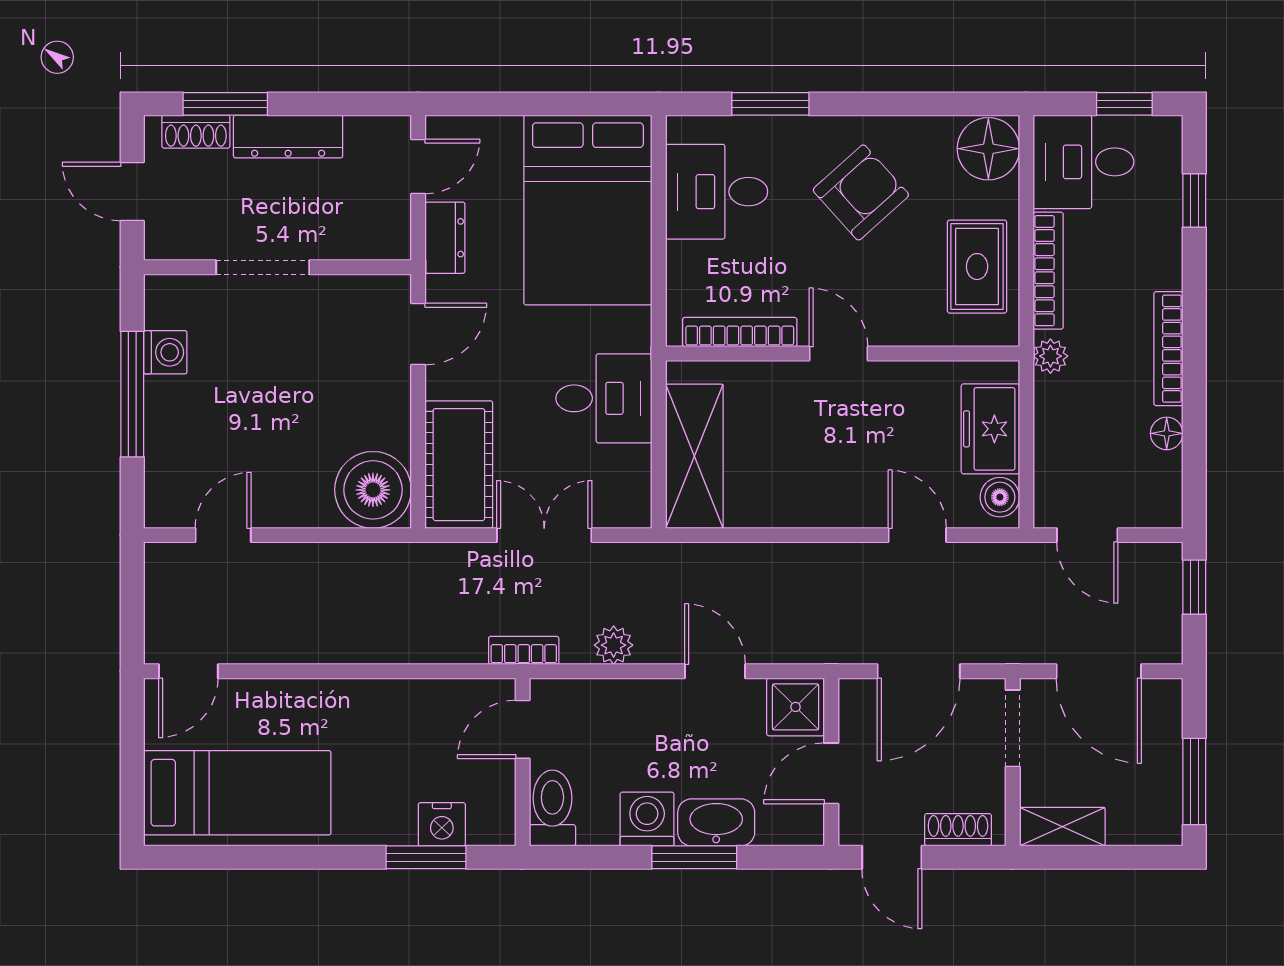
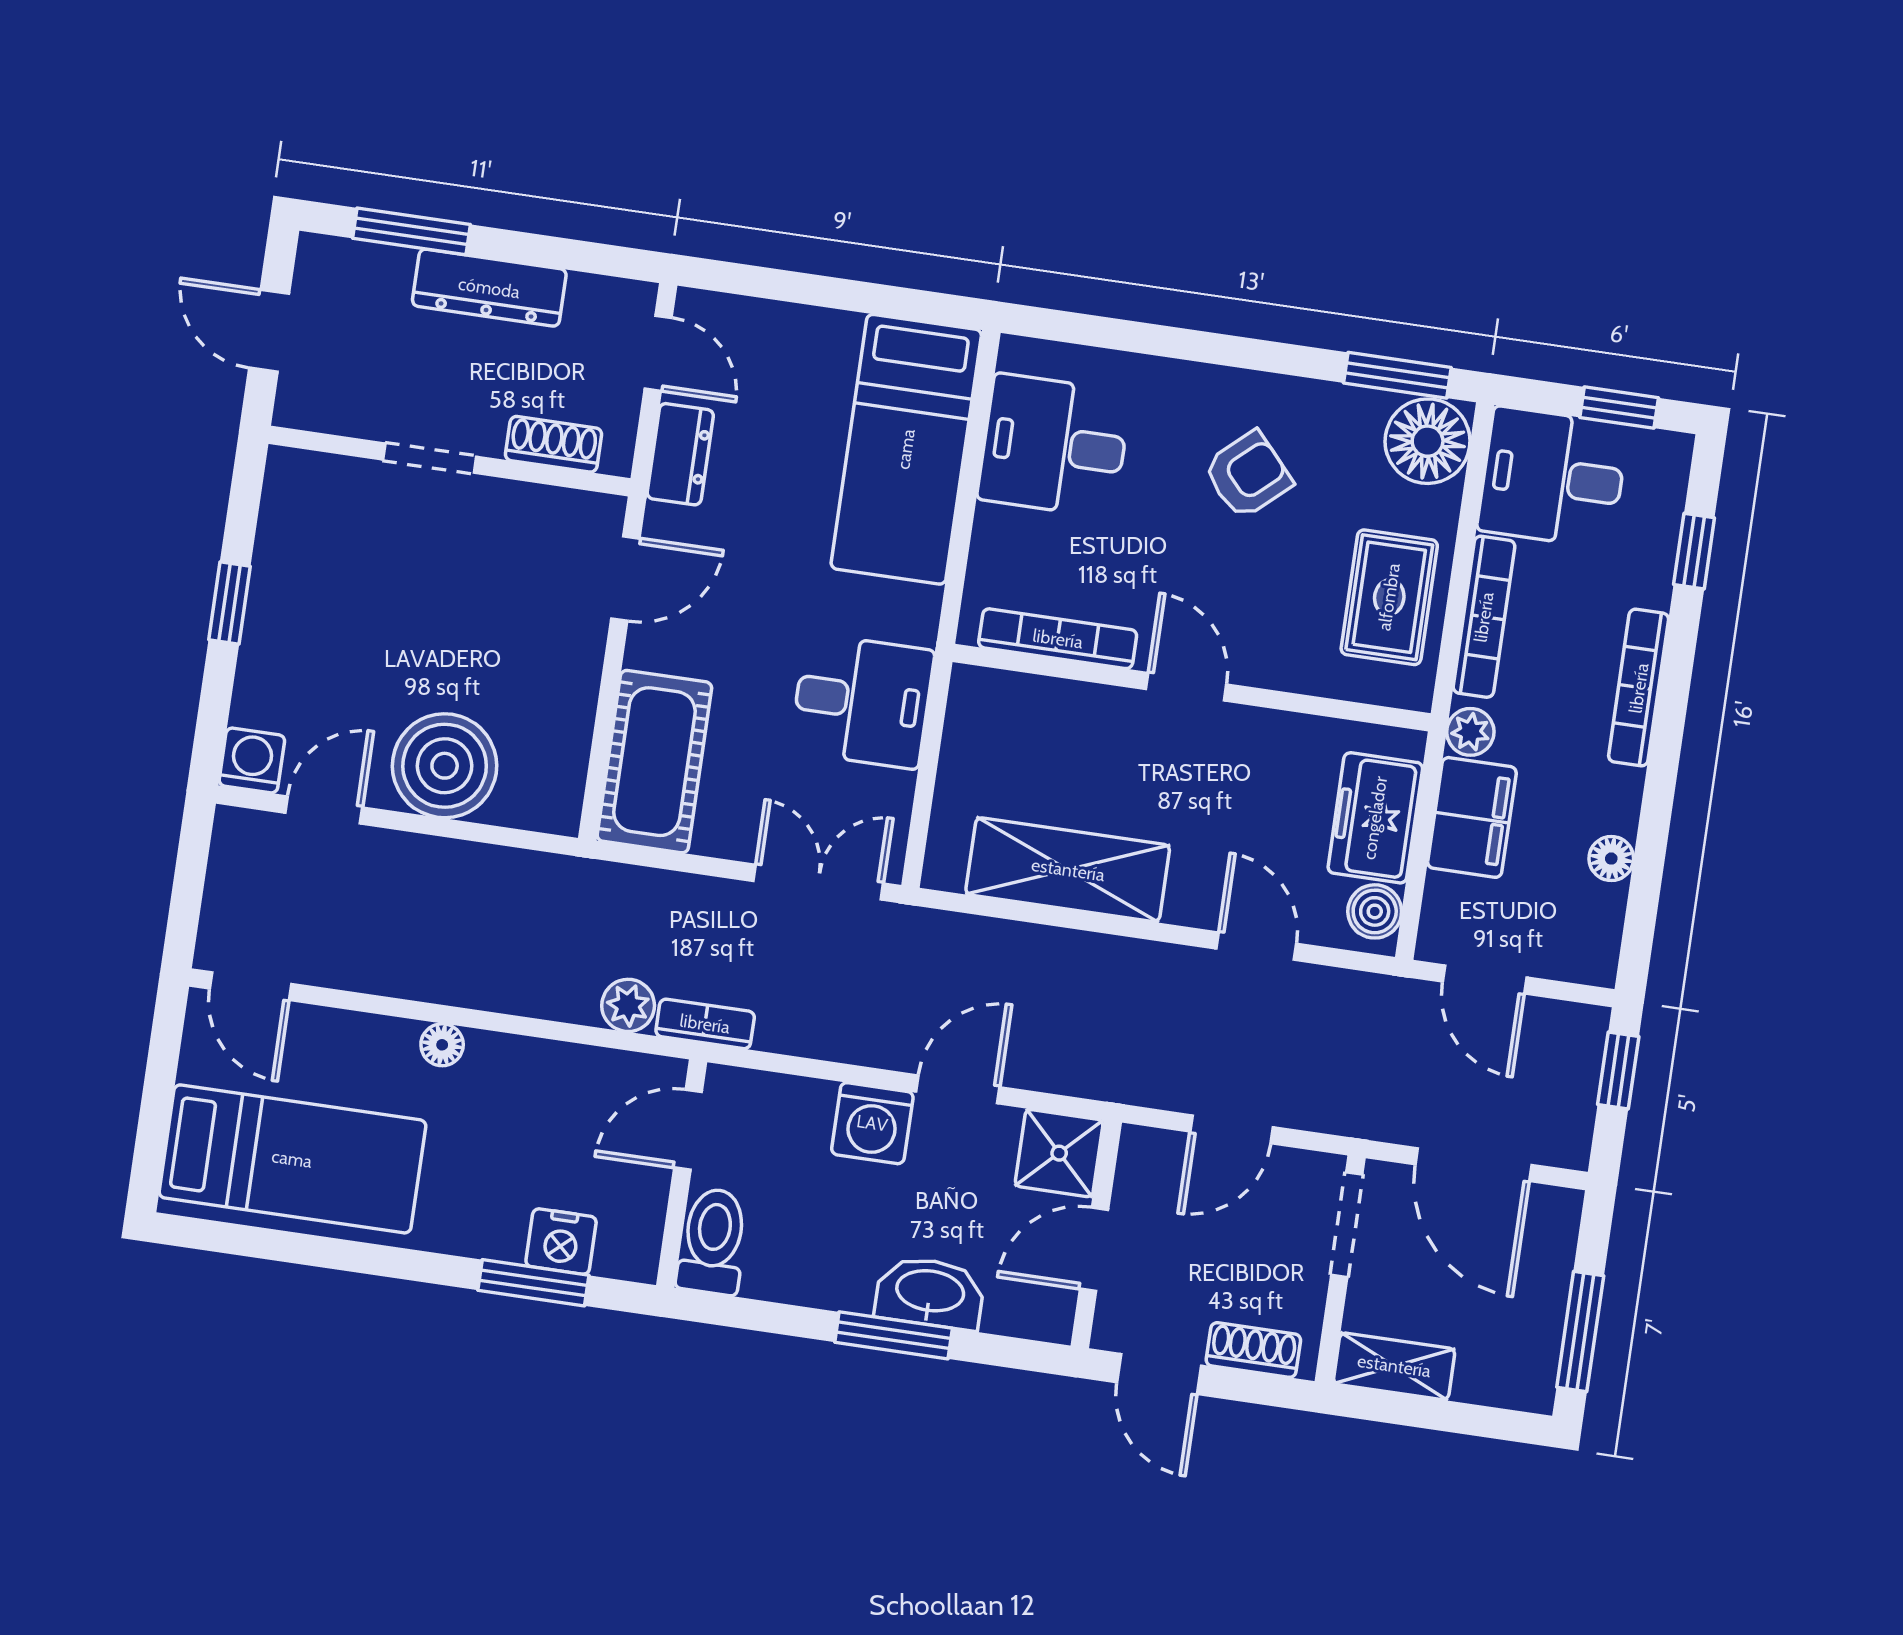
window: (770, 104) -> (1397, 375), moved
shoe rack: (196, 132) -> (554, 444), moved, turned 180
door: (418, 166) -> (658, 353), hinge flipped
armchair: (861, 192) -> (1248, 475), width x0.72, depth x0.72
bed: (588, 210) -> (906, 449), width x0.67
doorway: (263, 267) -> (430, 458), width x0.73
bookcase: (1168, 349) -> (1639, 688), moved
washing machine: (165, 352) -> (252, 760), moved, turned -90
window: (132, 394) -> (229, 603), width x0.46
filing cabinet: (1061, 418) -> (1472, 817), added
shelving: (694, 456) -> (1068, 870), moved, turned 90
boiler: (373, 490) -> (445, 766), moved
double door: (544, 535) -> (818, 882), moved
plant: (614, 645) -> (628, 1005), moved
door: (188, 671) -> (251, 986), hinge flipped
door: (715, 671) -> (958, 1089), hinge flipped
door: (919, 671) -> (1231, 1129), width x0.73
floor lamp: (334, 694) -> (442, 1045), added
washing machine: (647, 819) -> (872, 1123), moved, turned 180

